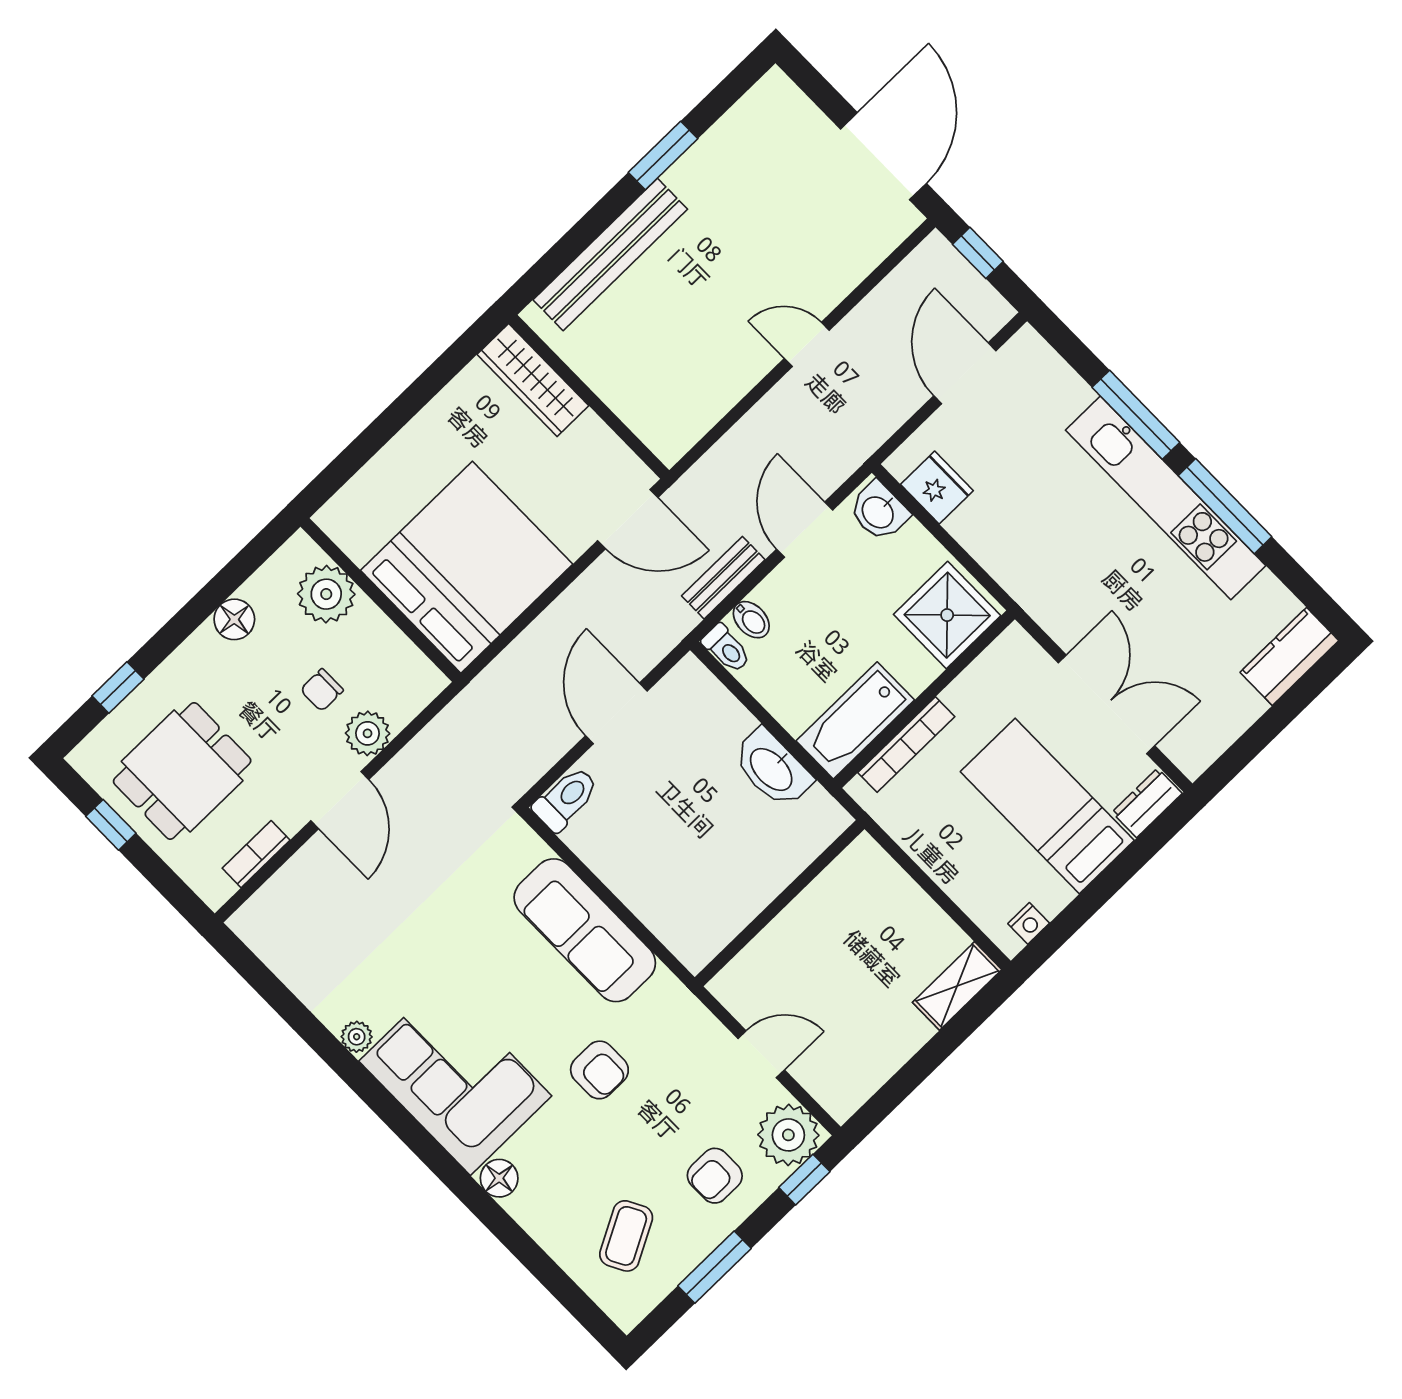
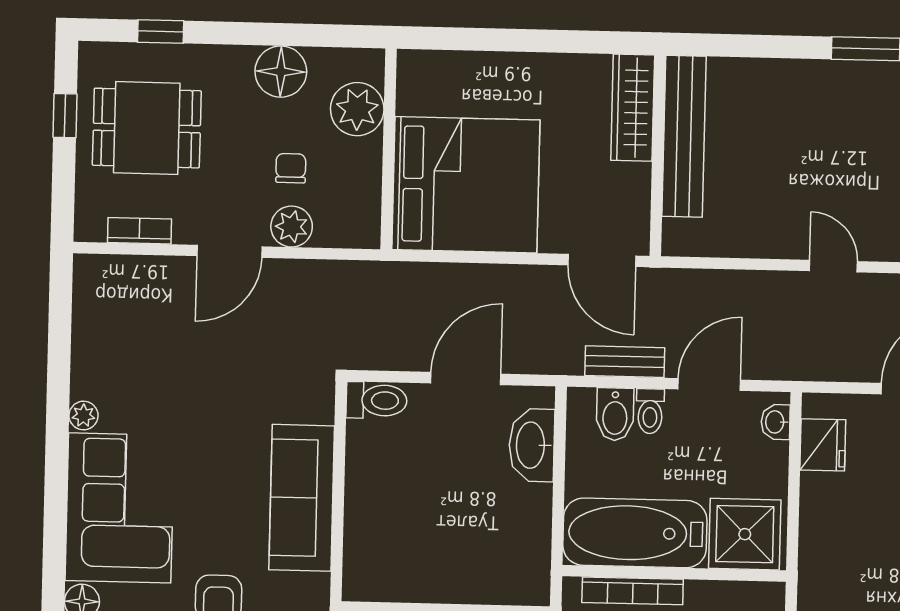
bench: (610, 254) -> (684, 136), moved, turned 90
washbasin: (879, 511) -> (776, 422), width x0.72, depth x0.69
floor lamp: (234, 619) -> (281, 72), width x1.38, depth x1.38
bidet: (751, 620) -> (615, 414), width x1.38, depth x1.36
toilet: (726, 648) -> (650, 411), moved
chair: (322, 690) -> (291, 168), turned 90
bathtub: (855, 720) -> (635, 533), width x1.36, depth x1.36
washbasin: (772, 769) -> (532, 445), moved

